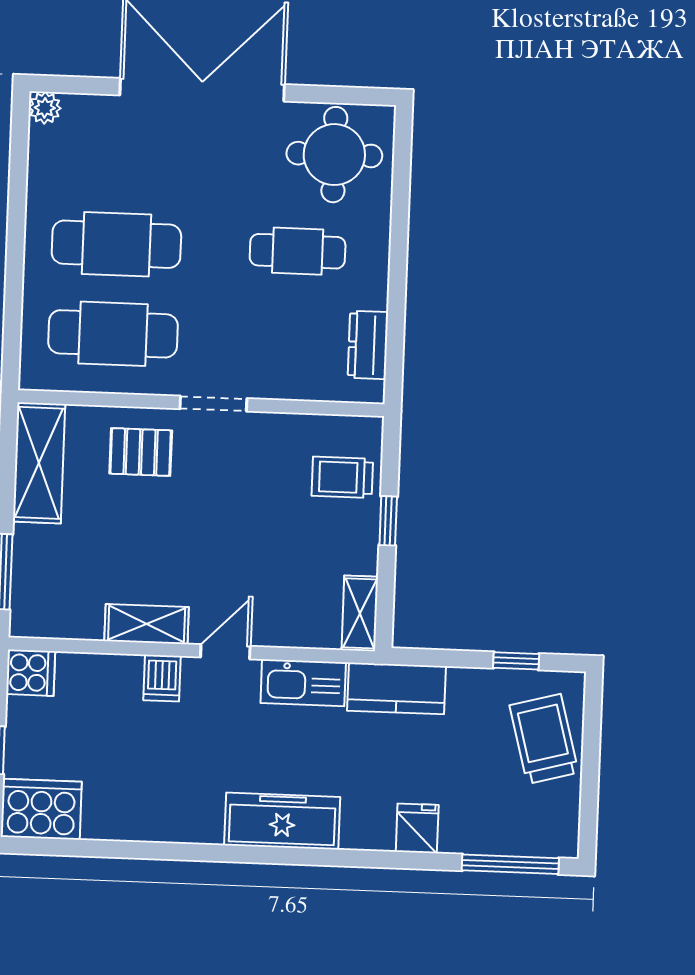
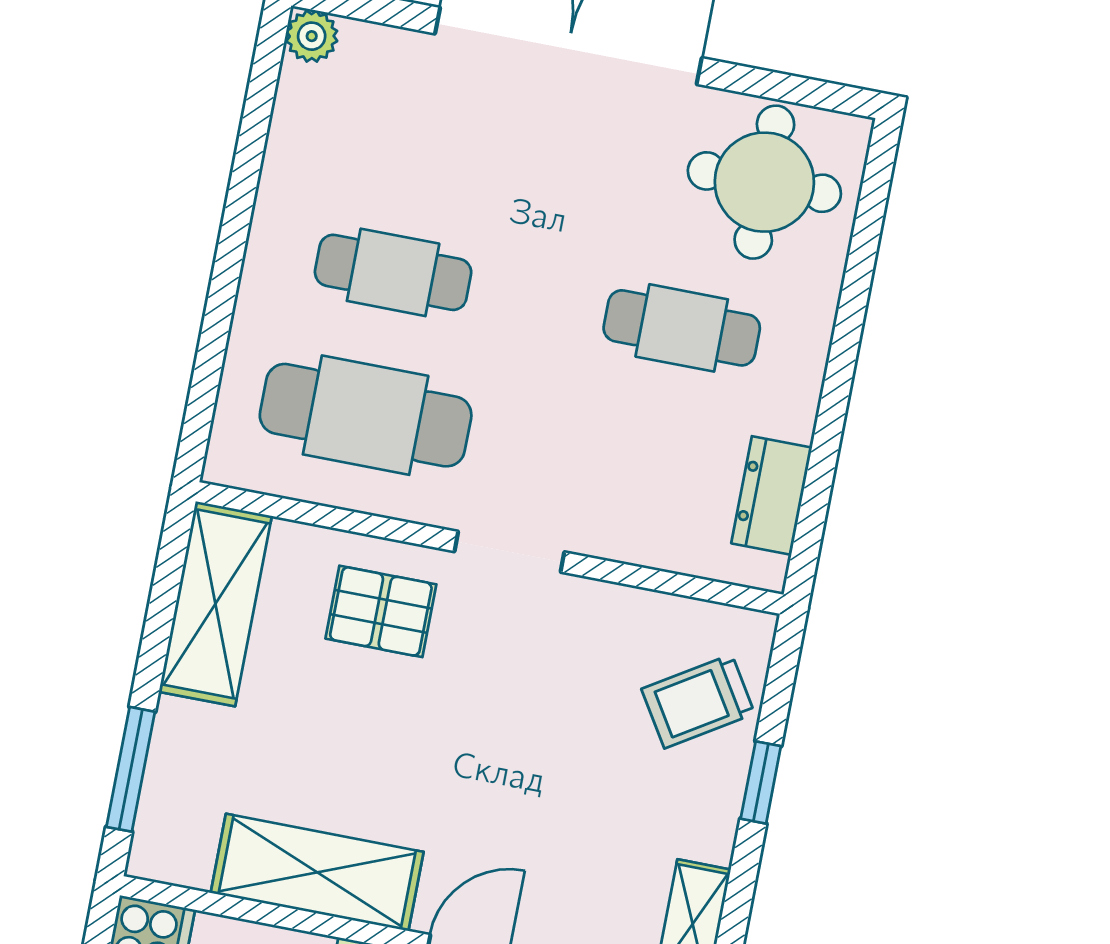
cafe table: (116, 244) -> (393, 272), width x0.73, depth x0.74
trolley: (342, 477) -> (698, 701), turned -32
shelving: (147, 624) -> (317, 872), width x1.50, depth x1.33

